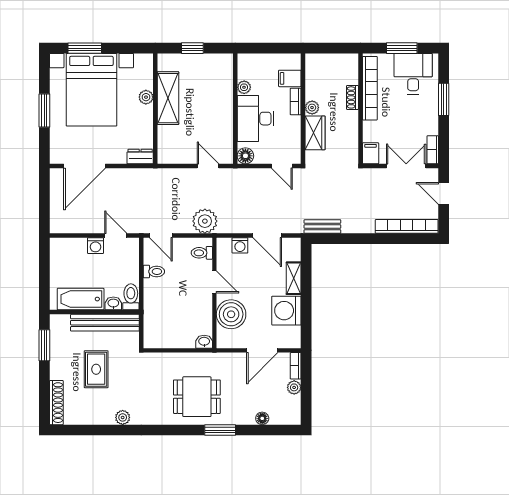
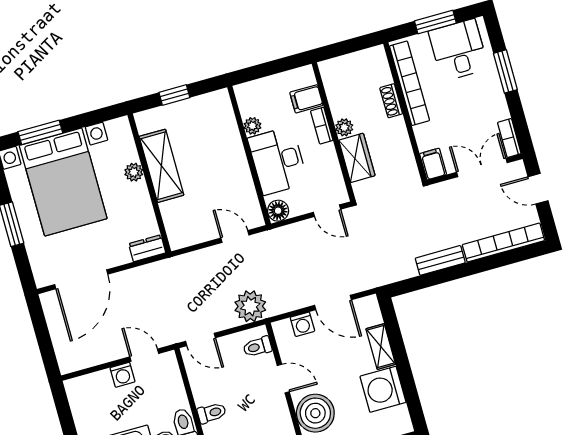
bench: (322, 227) -> (440, 260), moved
toilet: (154, 271) -> (212, 413), moved

